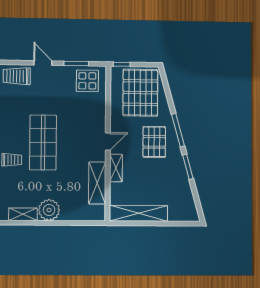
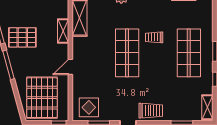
door: (108, 141) -> (70, 67), moved
pallet: (154, 142) -> (22, 37), moved, turned 90

